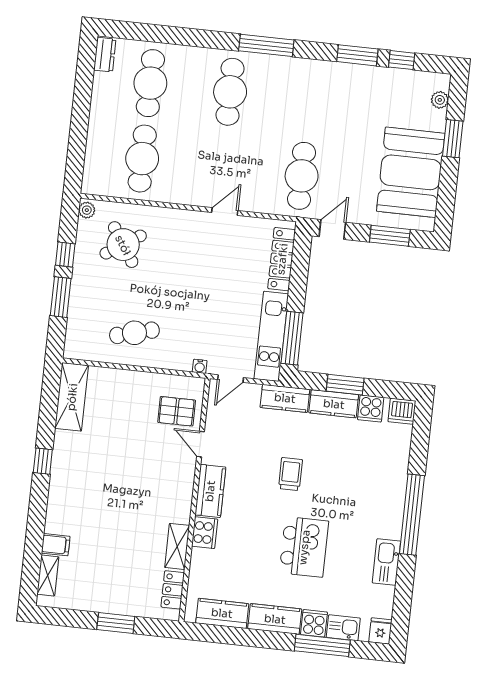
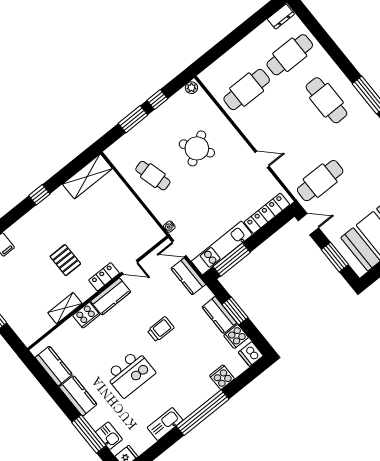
cafe table: (230, 92) -> (326, 100), turned 90
round table: (123, 245) -> (197, 148), moved
kitchen counter: (285, 398) -> (188, 276), moved
pallet: (177, 411) -> (65, 260), moved
door: (200, 444) -> (130, 267), swing flipped
locker: (173, 590) -> (104, 277), moved
cooker: (314, 623) -> (222, 377), moved, turned -90

